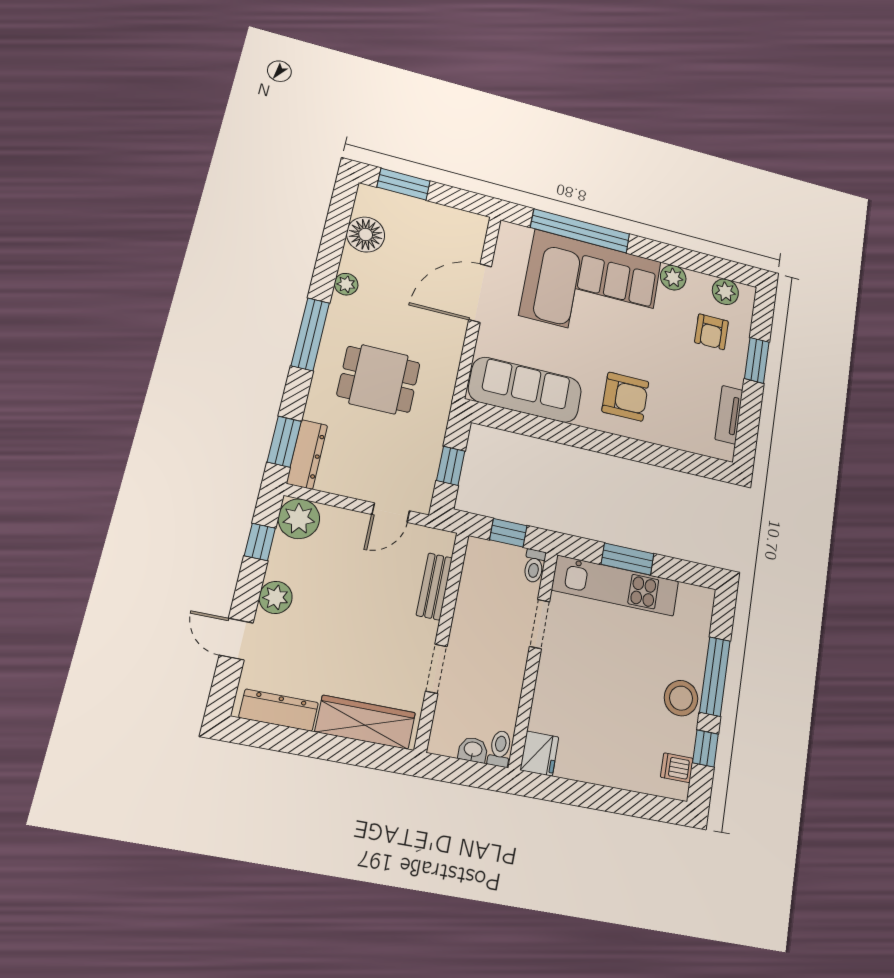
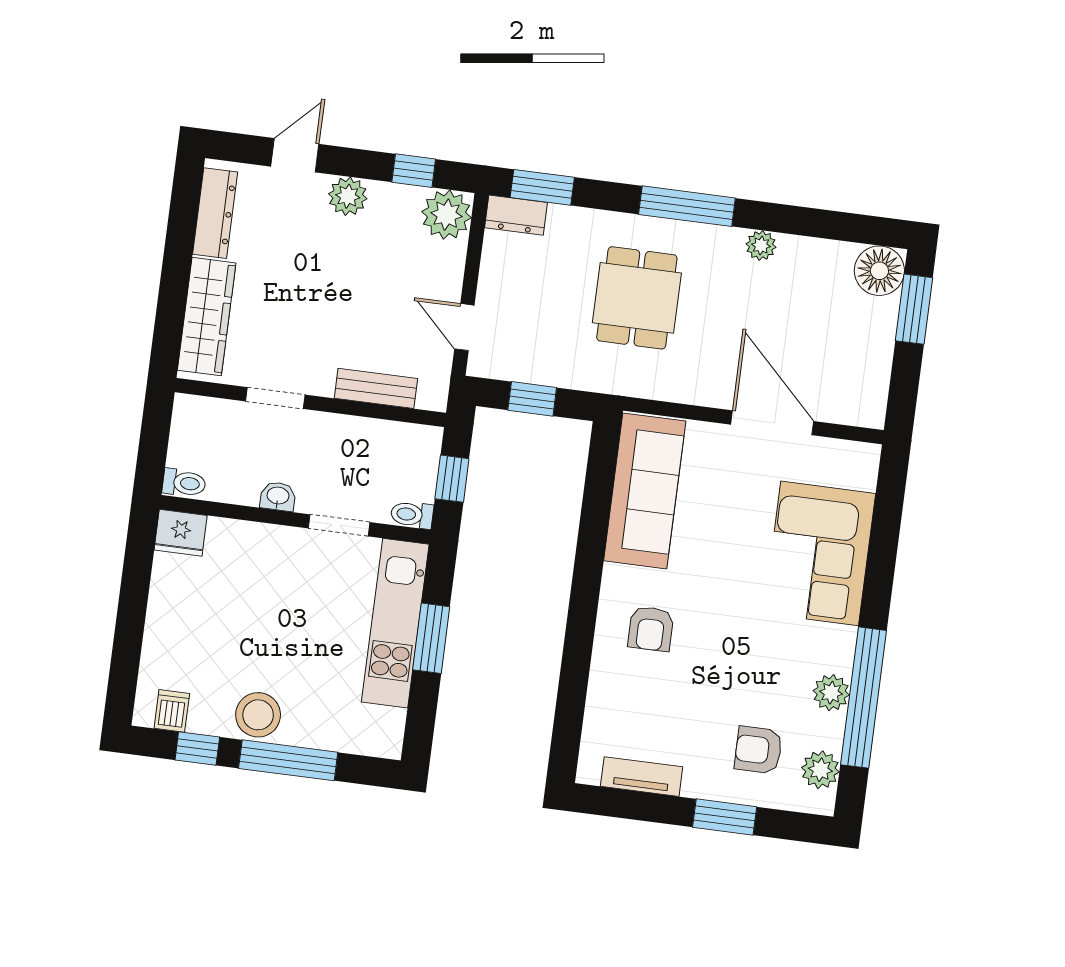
window: (580, 231) -> (864, 698), moved
floor lamp: (366, 235) -> (879, 271), moved
corner sofa: (591, 288) -> (820, 553), width x0.73, depth x0.74
armchair: (625, 397) -> (651, 629), width x0.72, depth x0.72
dresser: (307, 454) -> (516, 215), width x0.70
washbasin: (473, 750) -> (278, 496), moved, turned -90

